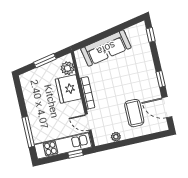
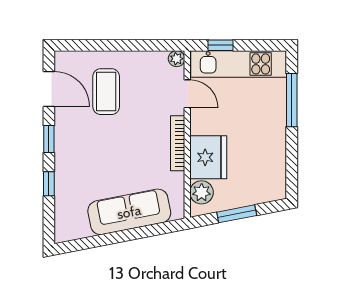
window: (151, 35) -> (49, 184), moved
plant: (116, 137) -> (177, 59), moved

